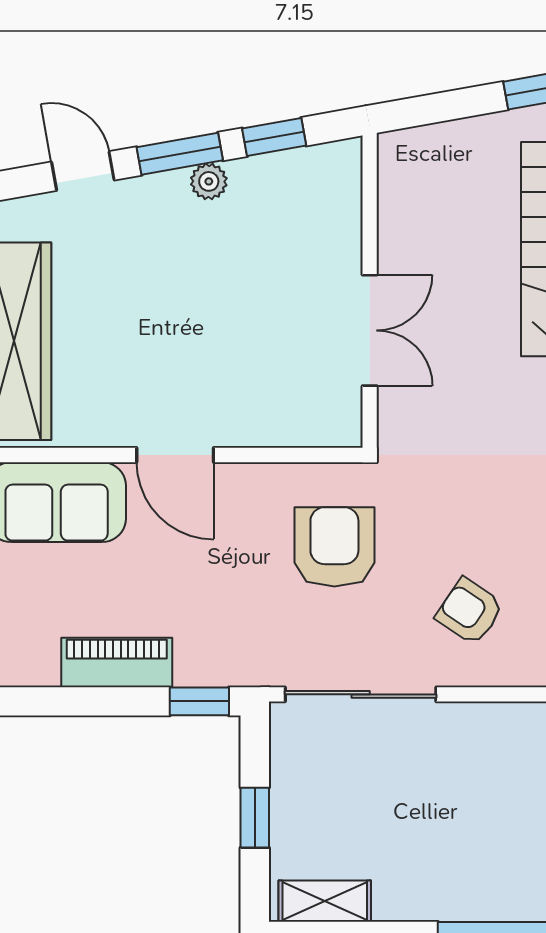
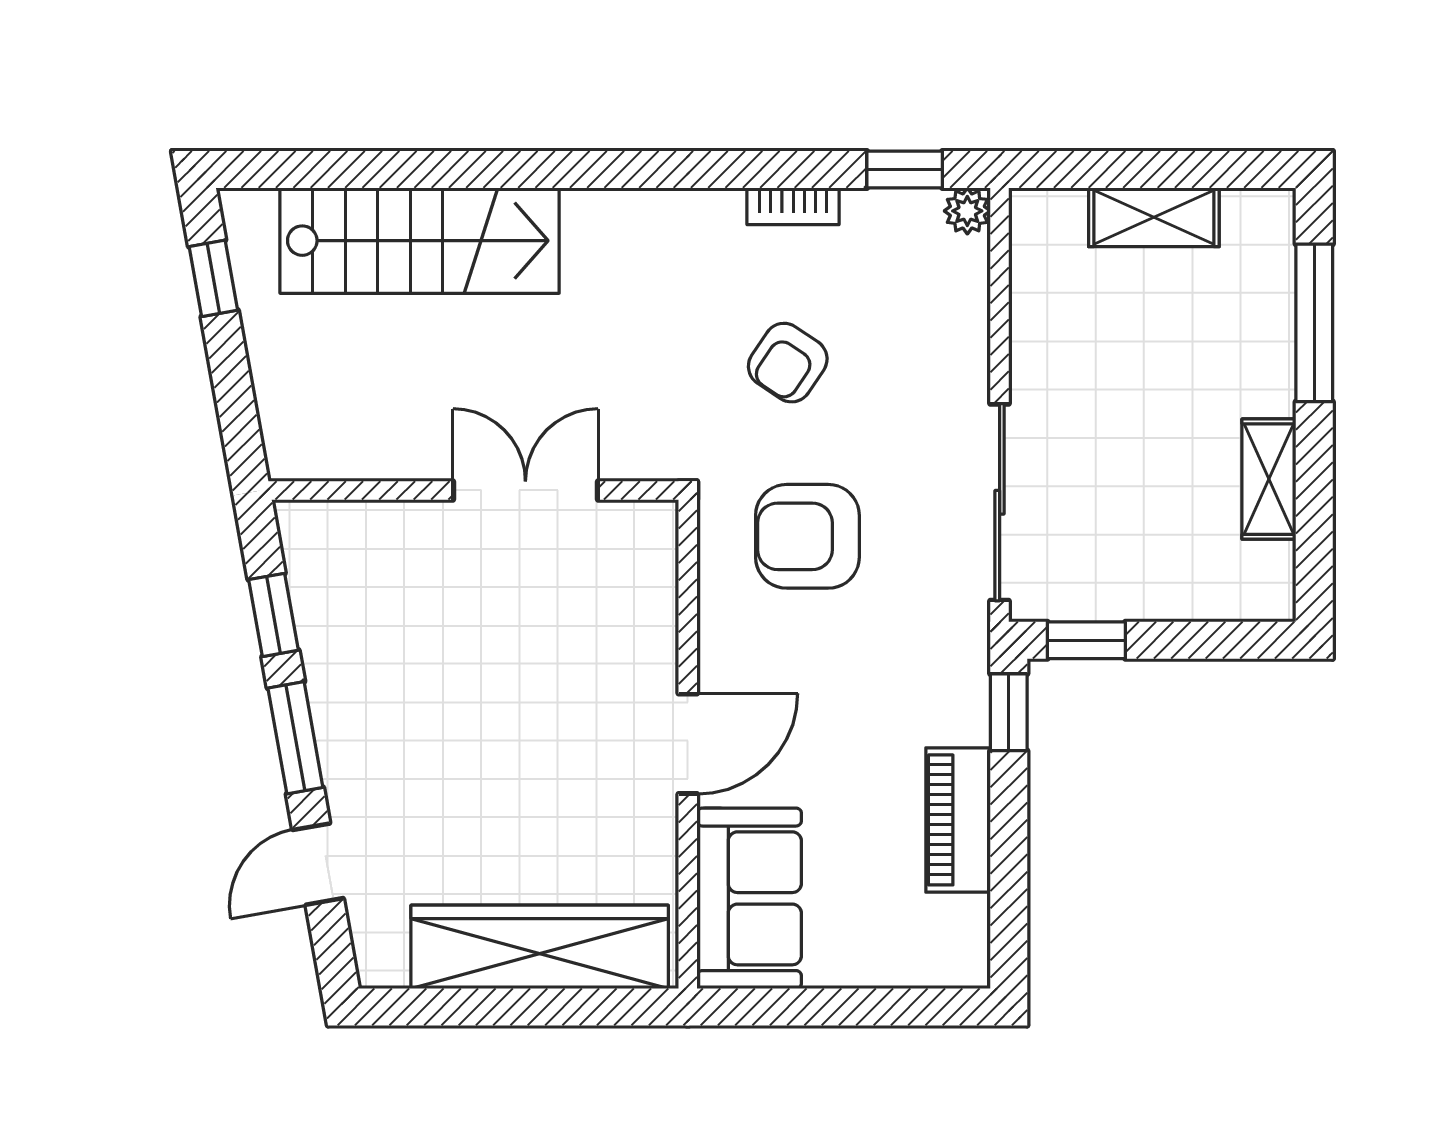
plant: (209, 181) -> (331, 700), removed
armchair: (470, 611) -> (788, 363), moved
window: (255, 818) -> (1086, 640), moved
shelving: (325, 901) -> (1269, 479), moved

